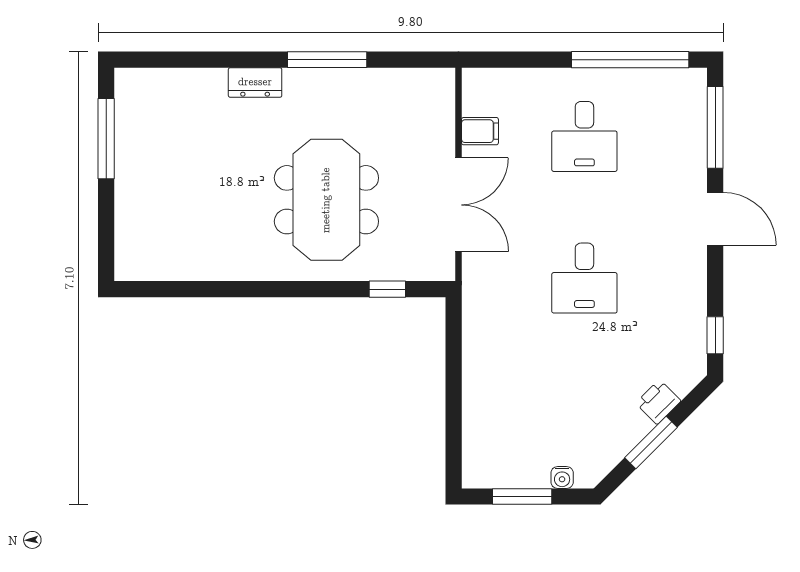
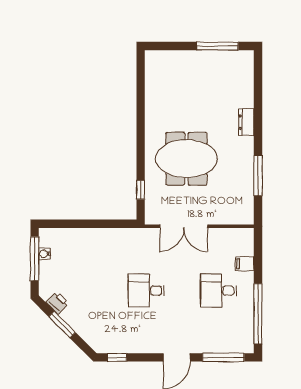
window: (327, 60) -> (258, 176), moved
filing cabinet: (480, 131) -> (245, 264), moved, turned 90
printer: (658, 402) -> (57, 303), moved
water cooler: (562, 477) -> (44, 254), moved
window: (522, 497) -> (35, 259), width x1.44

